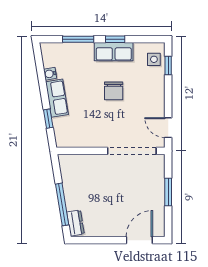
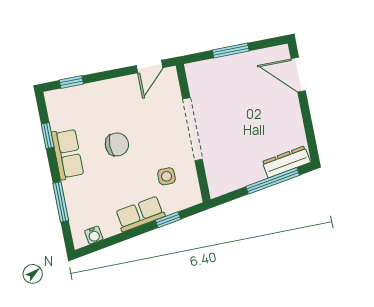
window: (115, 39) -> (48, 136), moved
side table: (154, 59) -> (167, 176), moved
water cooler: (50, 74) -> (94, 235), moved
doorway: (132, 151) -> (193, 129), moved
dresser: (75, 223) -> (286, 162), width x1.44

